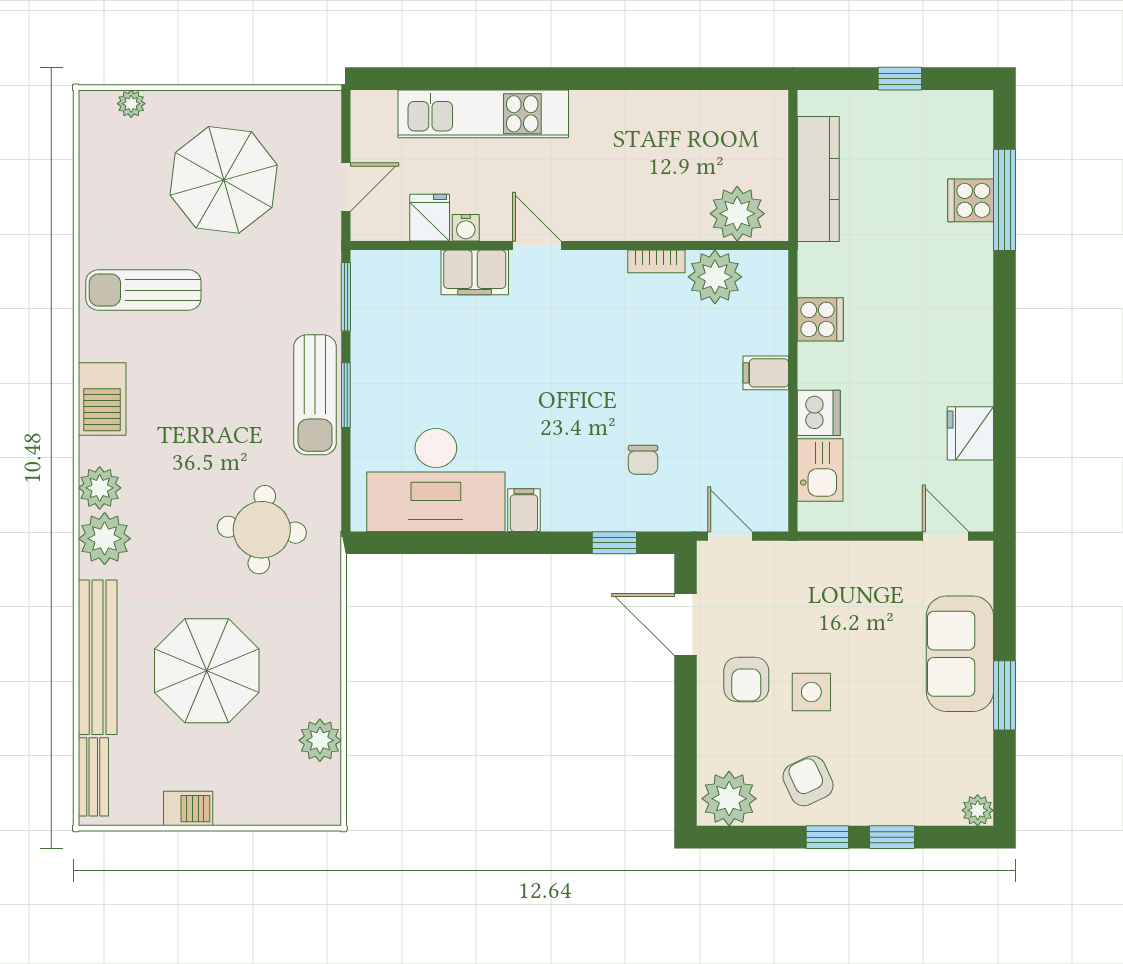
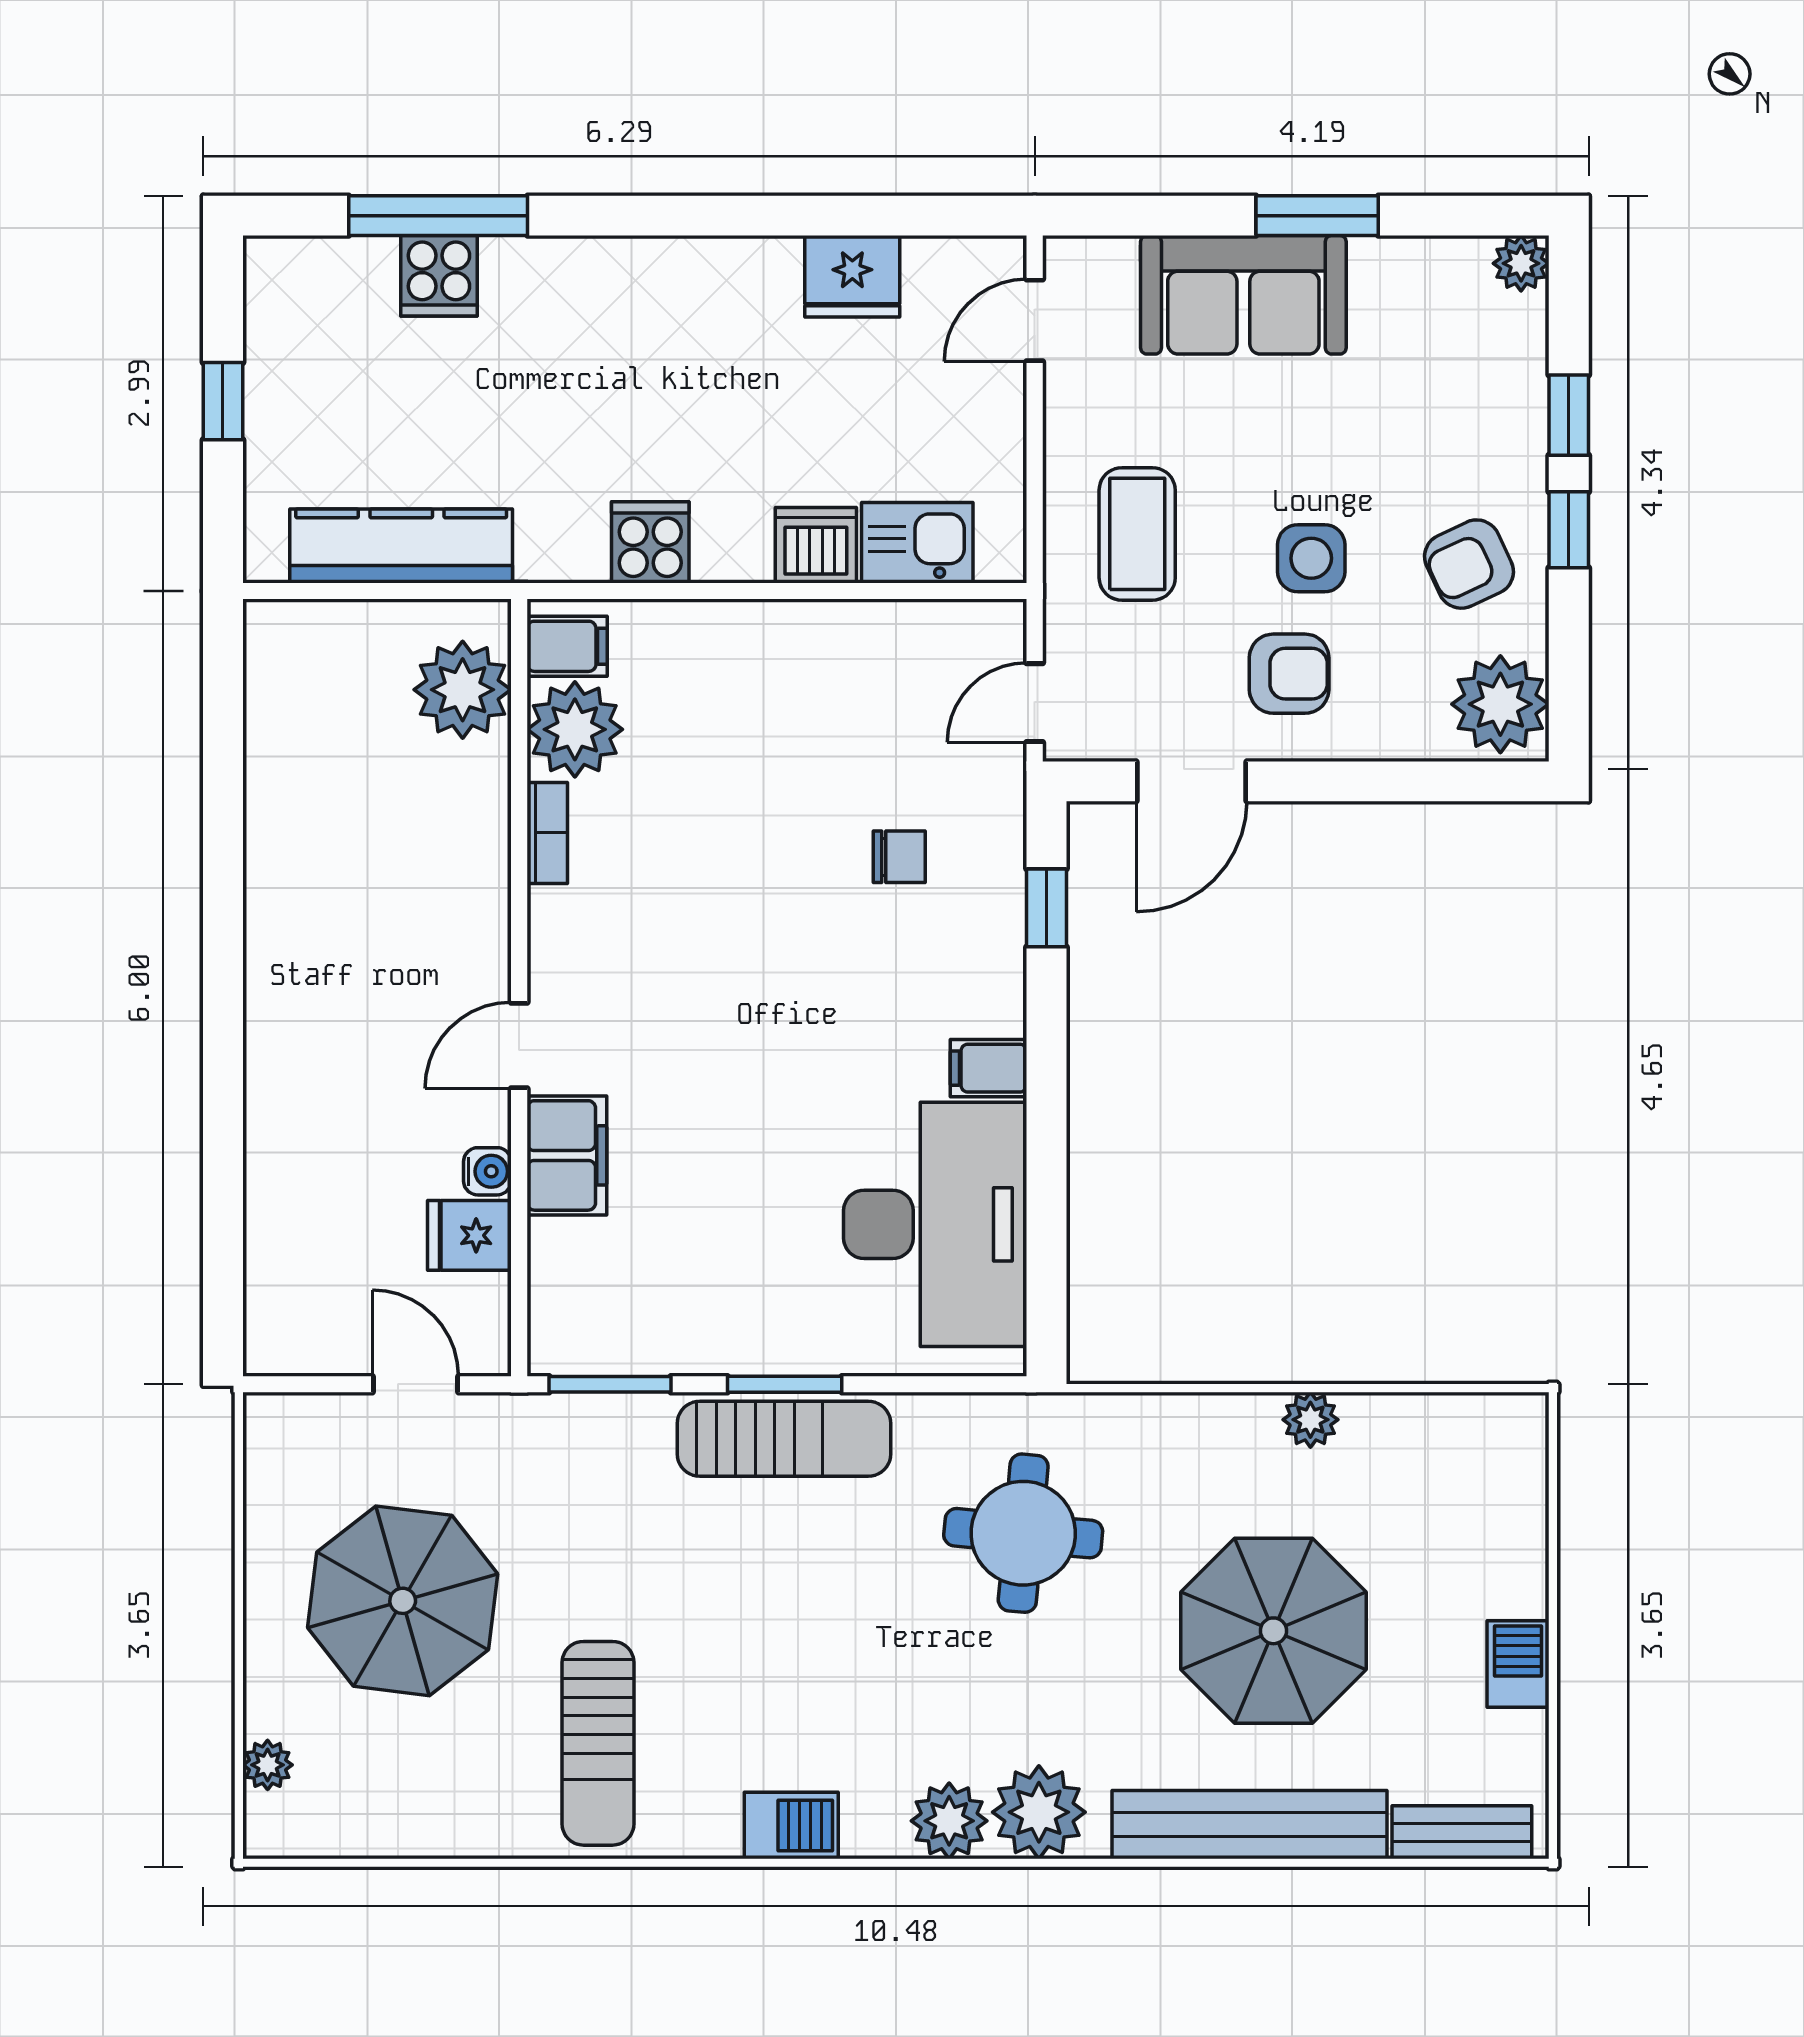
kitchen unit: (483, 114) -> (285, 1140), removed
filing cabinet: (766, 373) -> (567, 646), moved, turned -90
barbecue: (102, 399) -> (791, 1825), width x0.73, depth x0.79
coffee table: (825, 594) -> (1137, 534), added
plant: (320, 740) -> (1310, 1420), moved, width x0.73, depth x0.73

